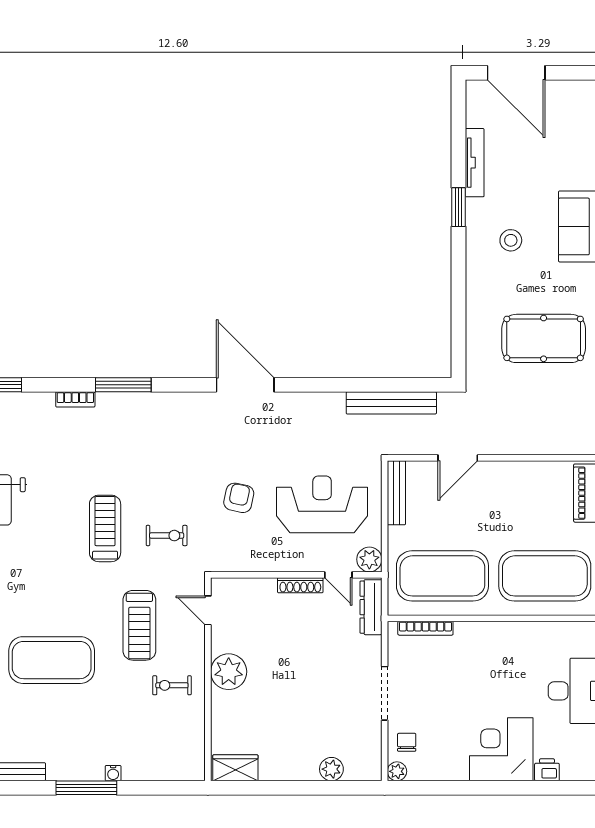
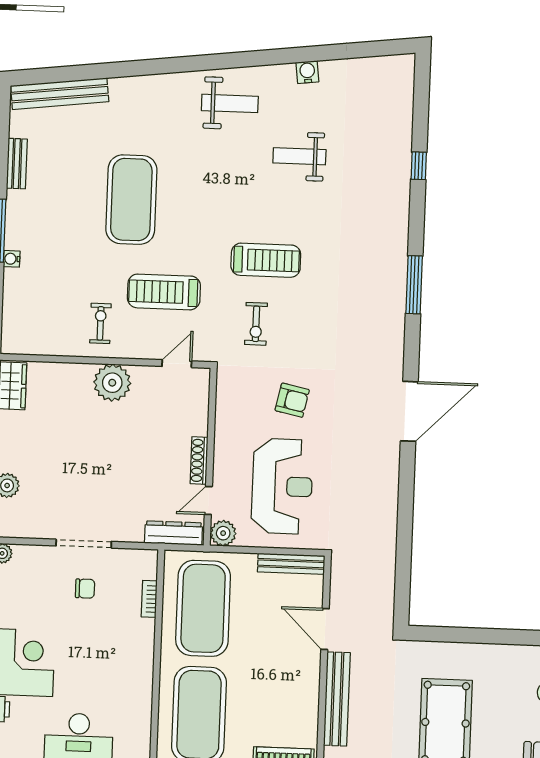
bookcase: (75, 399) -> (401, 235), removed
bench: (391, 403) -> (337, 699), moved
bookcase: (425, 628) -> (149, 599), width x0.64
chair: (407, 742) -> (85, 589), moved

